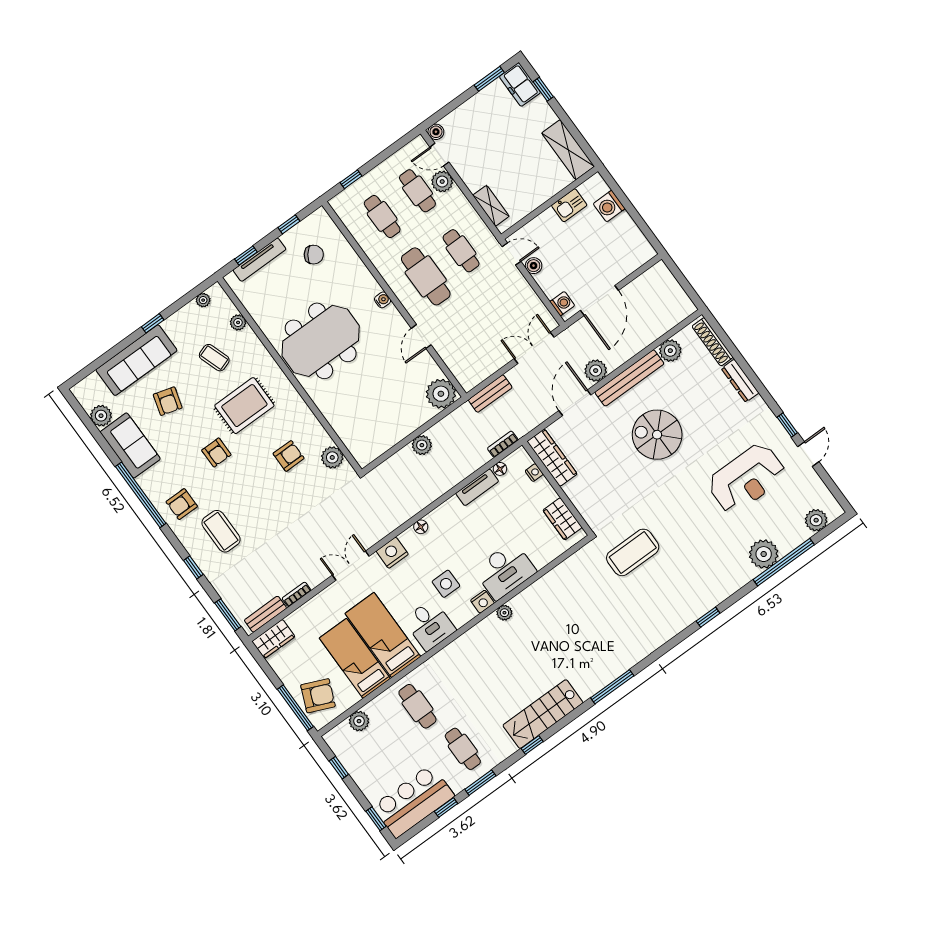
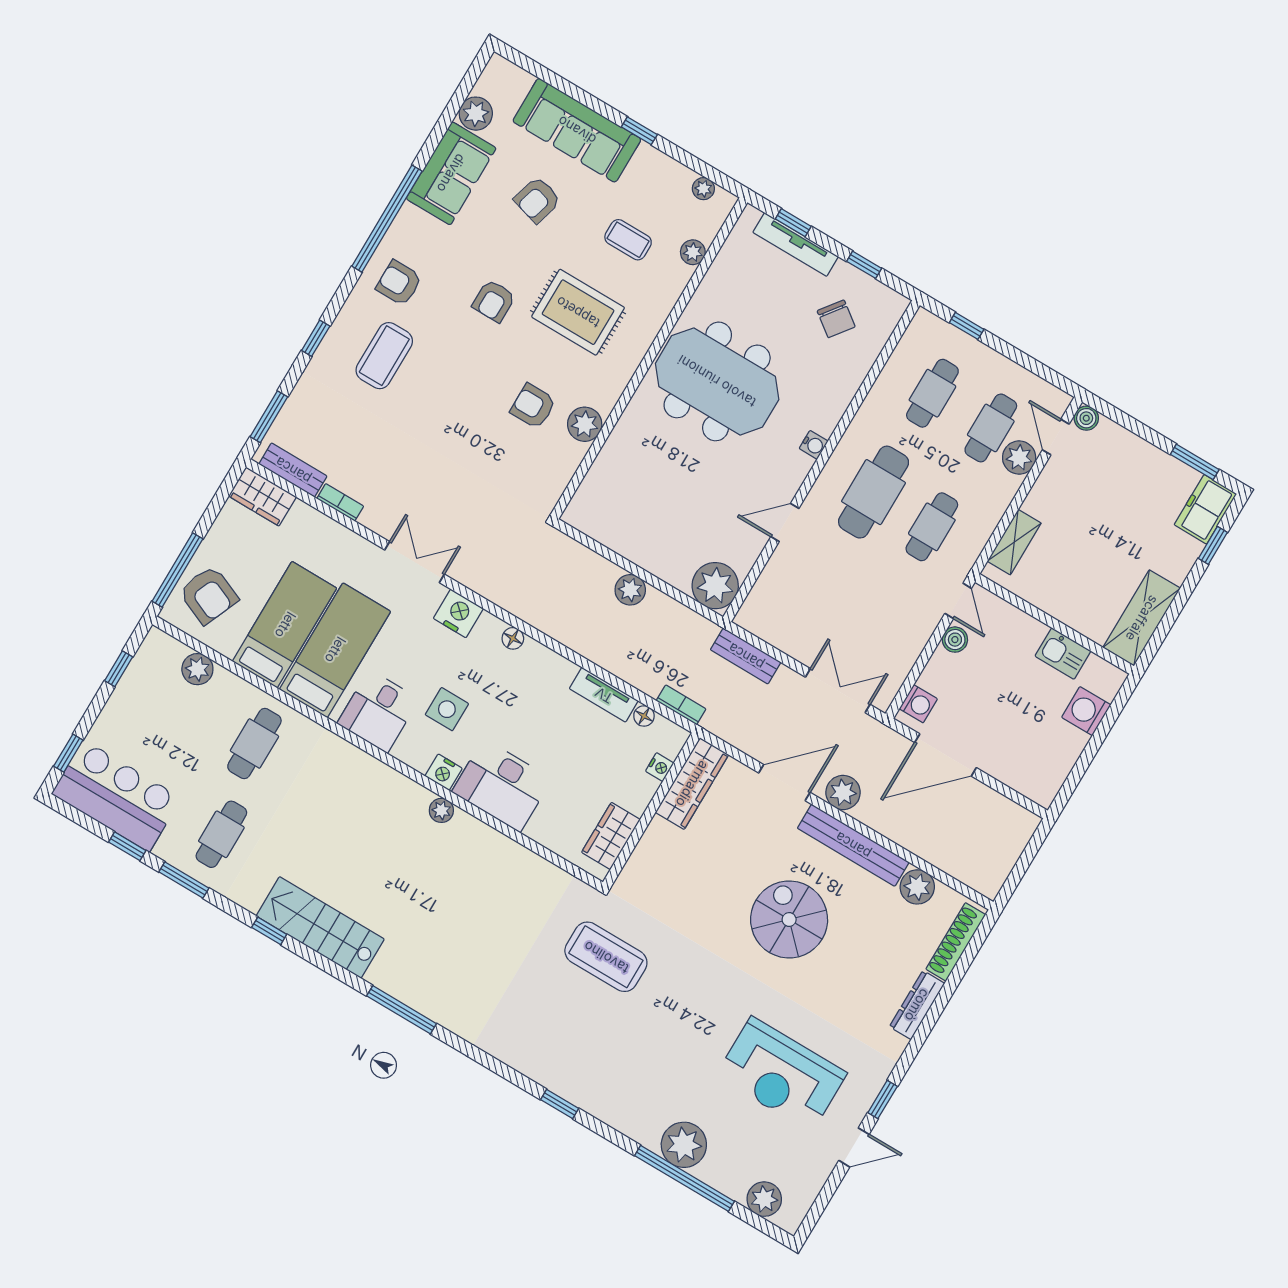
coffee table: (214, 358) -> (628, 240), turned -71
armchair: (289, 456) -> (533, 406), turned 180
plant: (332, 457) -> (585, 424), moved

